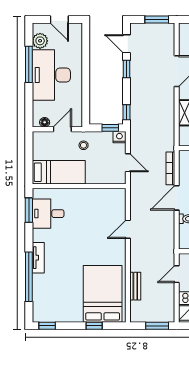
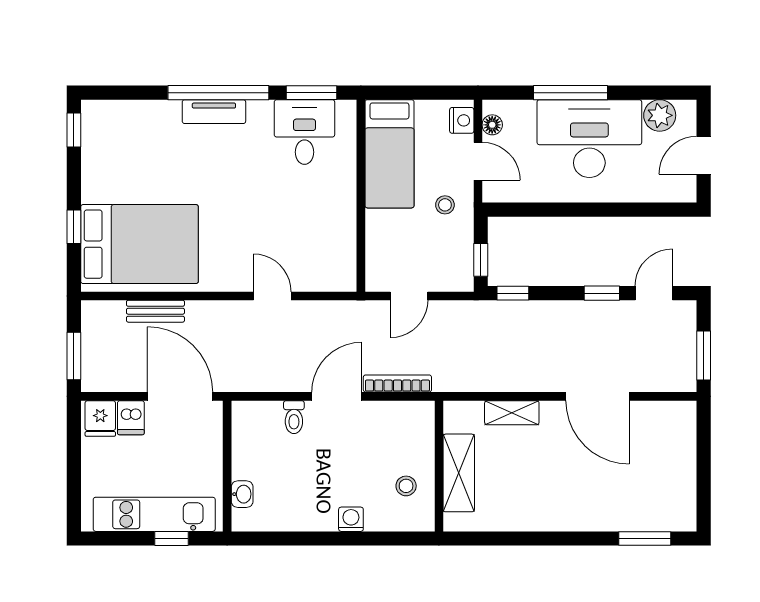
window: (29, 64) -> (571, 93), moved
nightstand: (119, 137) -> (462, 120), moved
door: (177, 198) -> (337, 396), hinge flipped
door: (177, 274) -> (180, 396), width x1.87
window: (29, 277) -> (218, 93), moved

